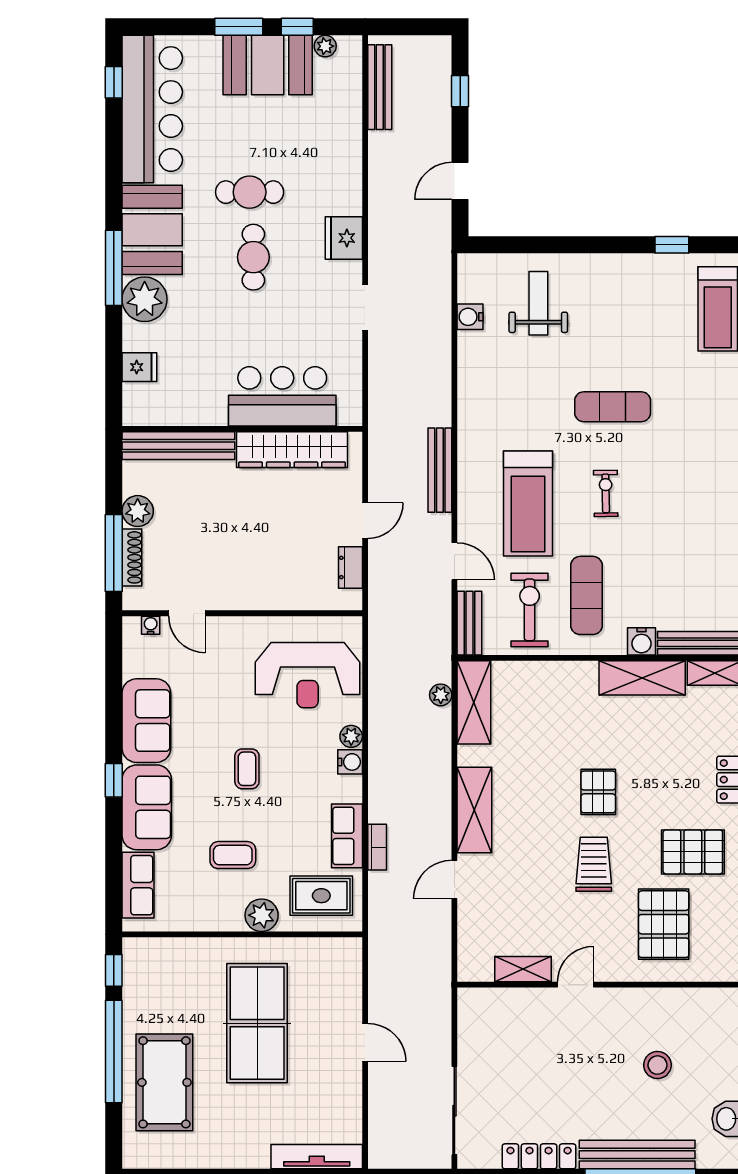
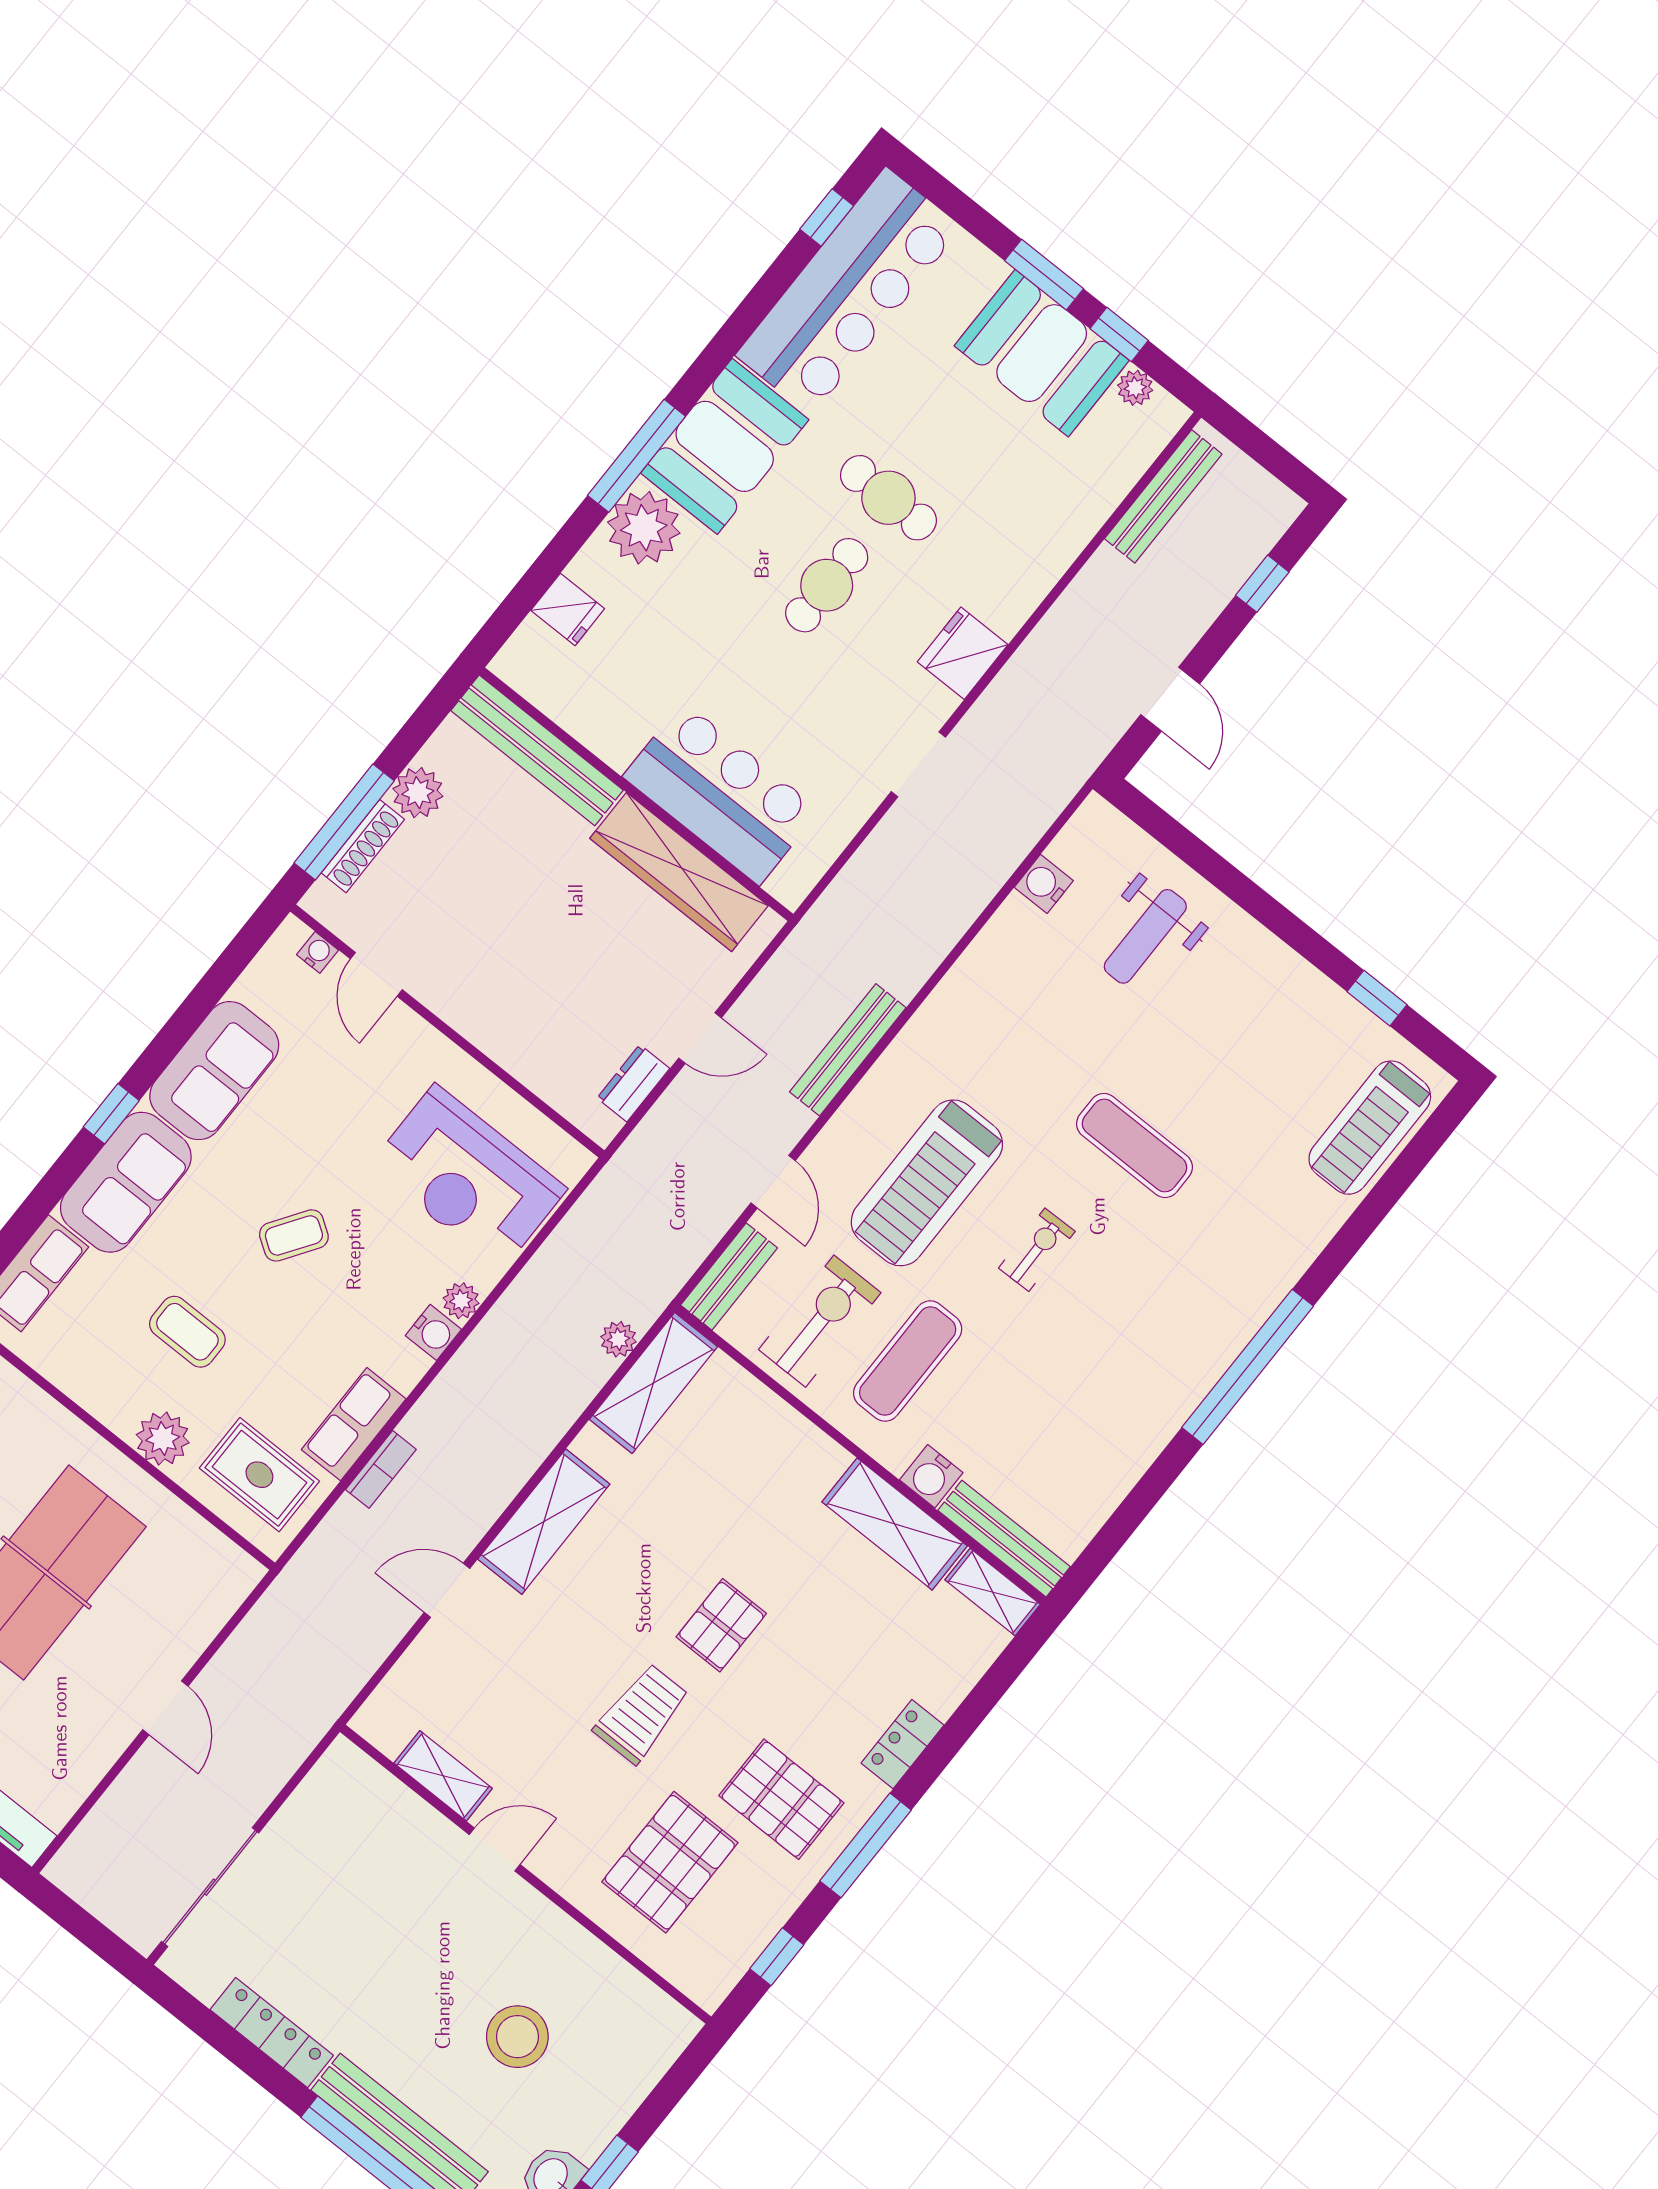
door: (460, 181) -> (1170, 699), swing flipped
weight bench: (538, 303) -> (1145, 936), turned 180
coffee table: (247, 769) -> (294, 1235), turned 34
stool: (657, 1065) -> (517, 2037), width x1.38, depth x1.38

